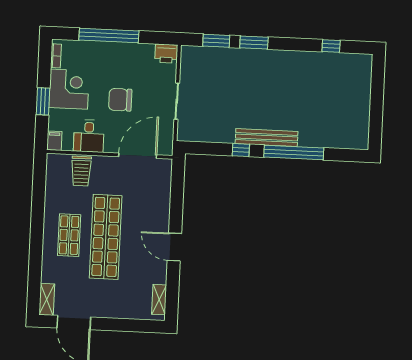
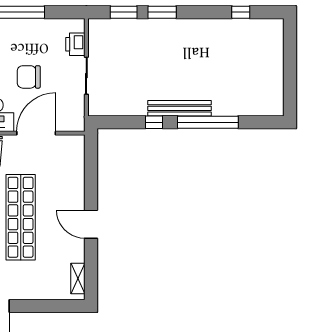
printer: (166, 54) -> (75, 44), moved, turned 90
door: (138, 156) -> (36, 133), moved

